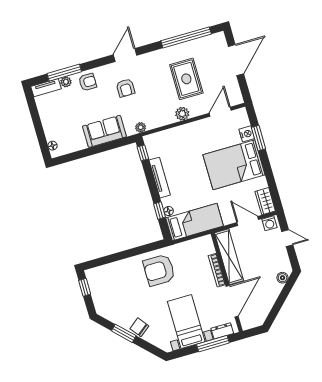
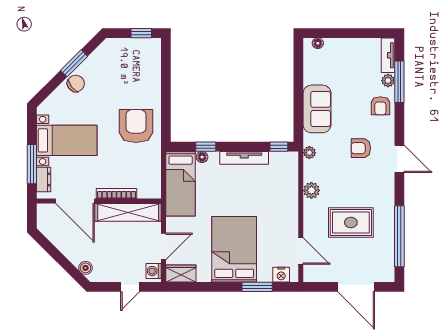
plant: (182, 114) -> (311, 190), moved
nightstand: (247, 134) -> (281, 275), moved

